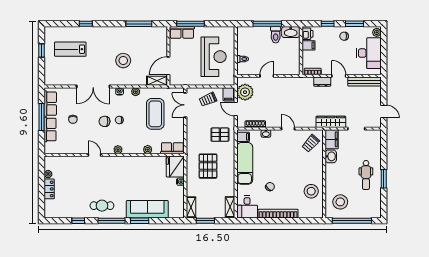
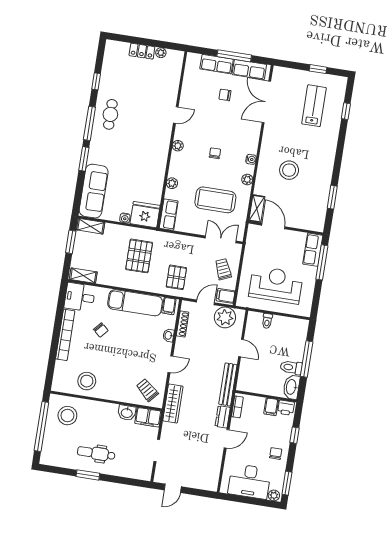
window: (86, 24) -> (346, 111), moved
window: (139, 24) -> (332, 197), width x0.69
window: (355, 24) -> (287, 483), moved
reception desk: (214, 57) -> (276, 285), turned 180
bench: (364, 82) -> (228, 384), moved
double door: (93, 86) -> (266, 102), moved
chair: (104, 121) -> (216, 134), removed
wardrobe: (331, 122) -> (173, 404), moved
pallet: (208, 166) -> (139, 256), turned 90
sofa: (147, 209) -> (94, 191), moved

